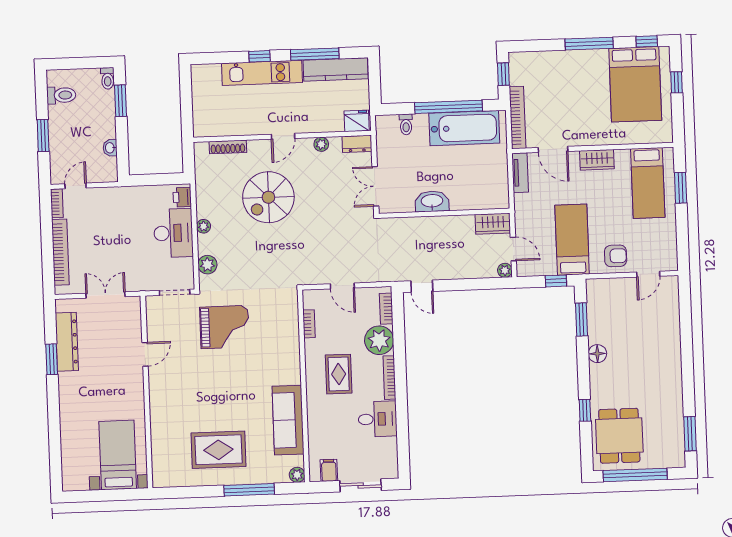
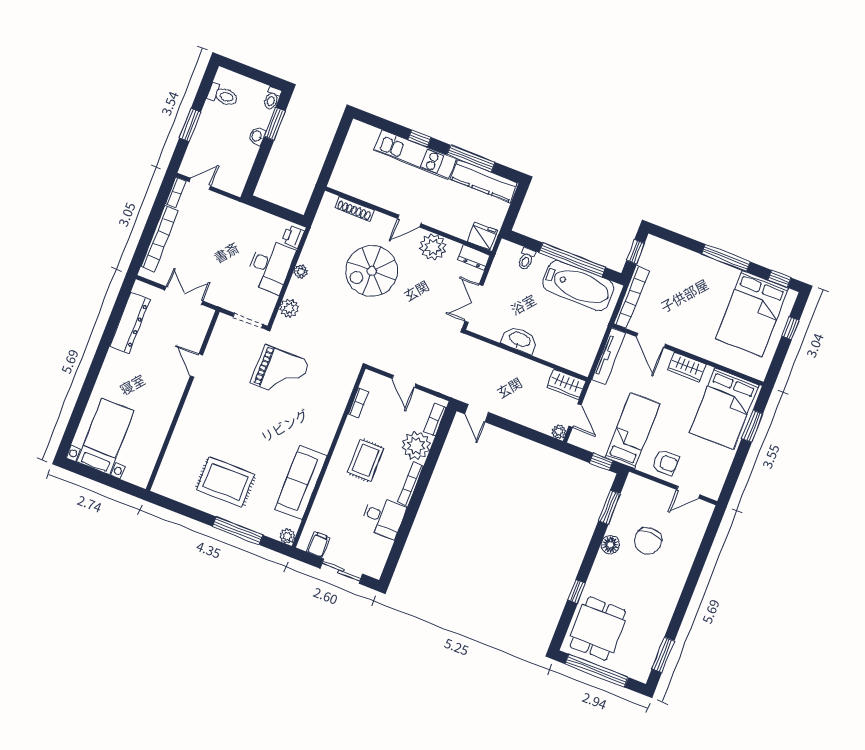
plant: (321, 144) -> (433, 247), width x1.88, depth x1.88
washbasin: (110, 148) -> (257, 136), moved
tv unit: (520, 173) -> (609, 356), width x1.41
bed: (648, 183) -> (724, 409), width x1.50
chair: (630, 335) -> (648, 541), added
door: (145, 354) -> (196, 365), swing flipped
window: (52, 359) -> (109, 333), removed
bed with nightstands: (118, 455) -> (105, 437), moved

